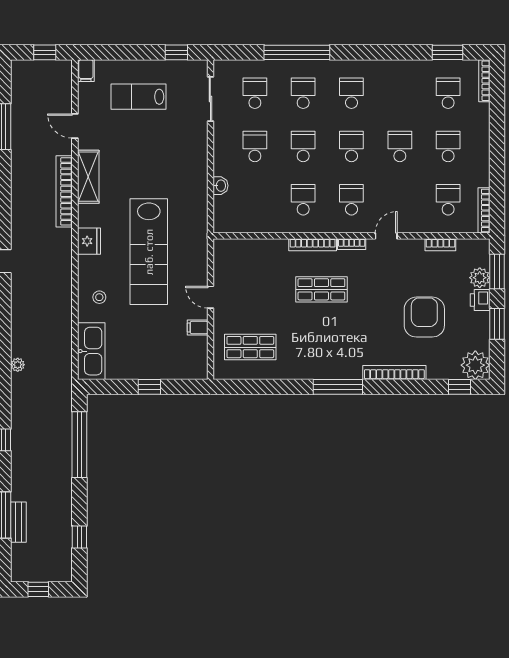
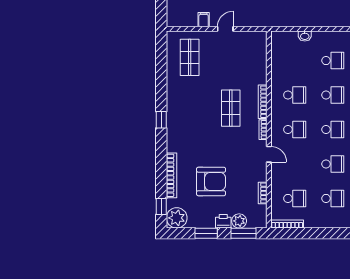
bookcase: (394, 372) -> (171, 175), moved
window: (338, 387) -> (161, 120), width x0.46

